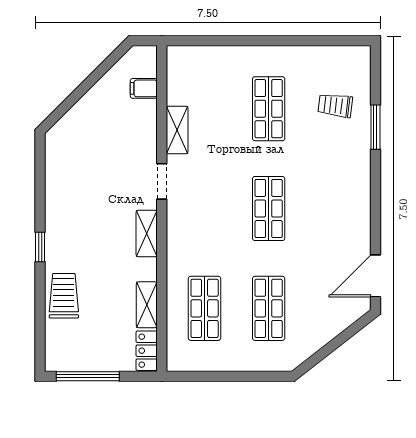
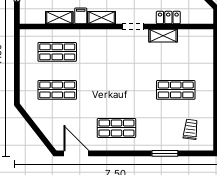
filing cabinet: (144, 88) -> (81, 16), moved
trolley: (335, 105) -> (191, 129), moved
shop shelf: (269, 209) -> (116, 128), moved
locker: (147, 351) -> (168, 18), moved

